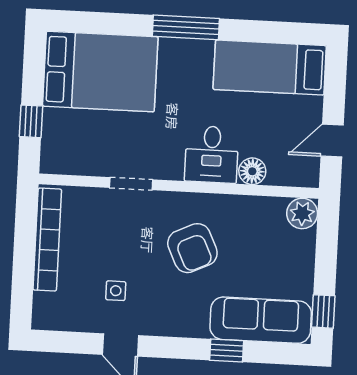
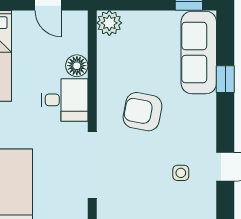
doorway: (131, 184) -> (92, 165), width x1.87
armchair: (192, 248) -> (142, 112), turned -144

